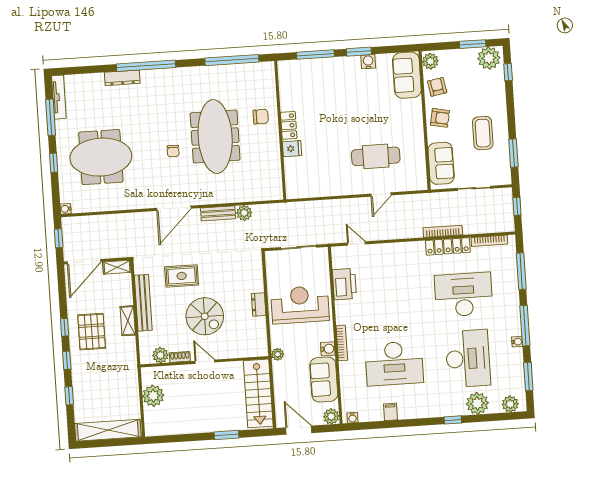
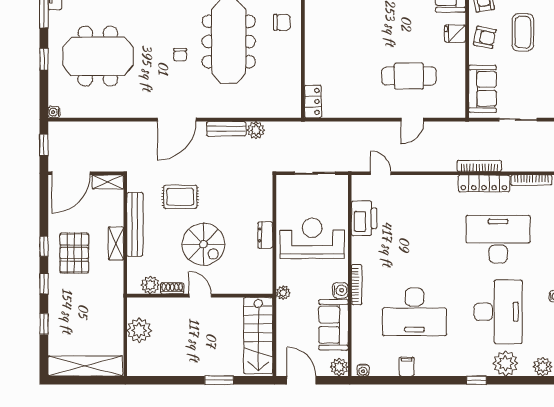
locker: (289, 125) -> (313, 102), moved
coffee table: (483, 133) -> (523, 32), moved
fridge: (292, 149) -> (455, 33), moved, turned 180

